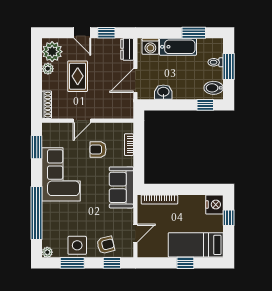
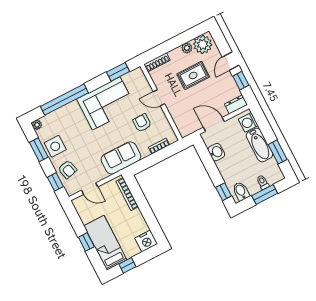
window: (229, 218) -> (127, 265), moved

